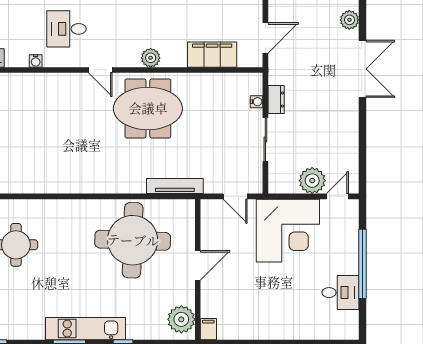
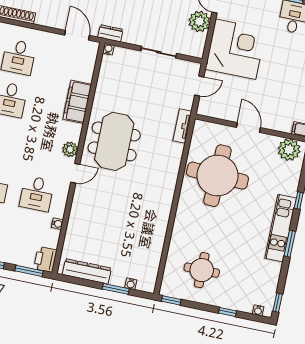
filing cabinet: (212, 55) -> (77, 102), moved
plant: (151, 58) -> (70, 149), moved
dresser: (276, 100) -> (110, 33), moved
water cooler: (257, 102) -> (108, 49), moved
tv unit: (175, 186) -> (182, 126), width x0.71

